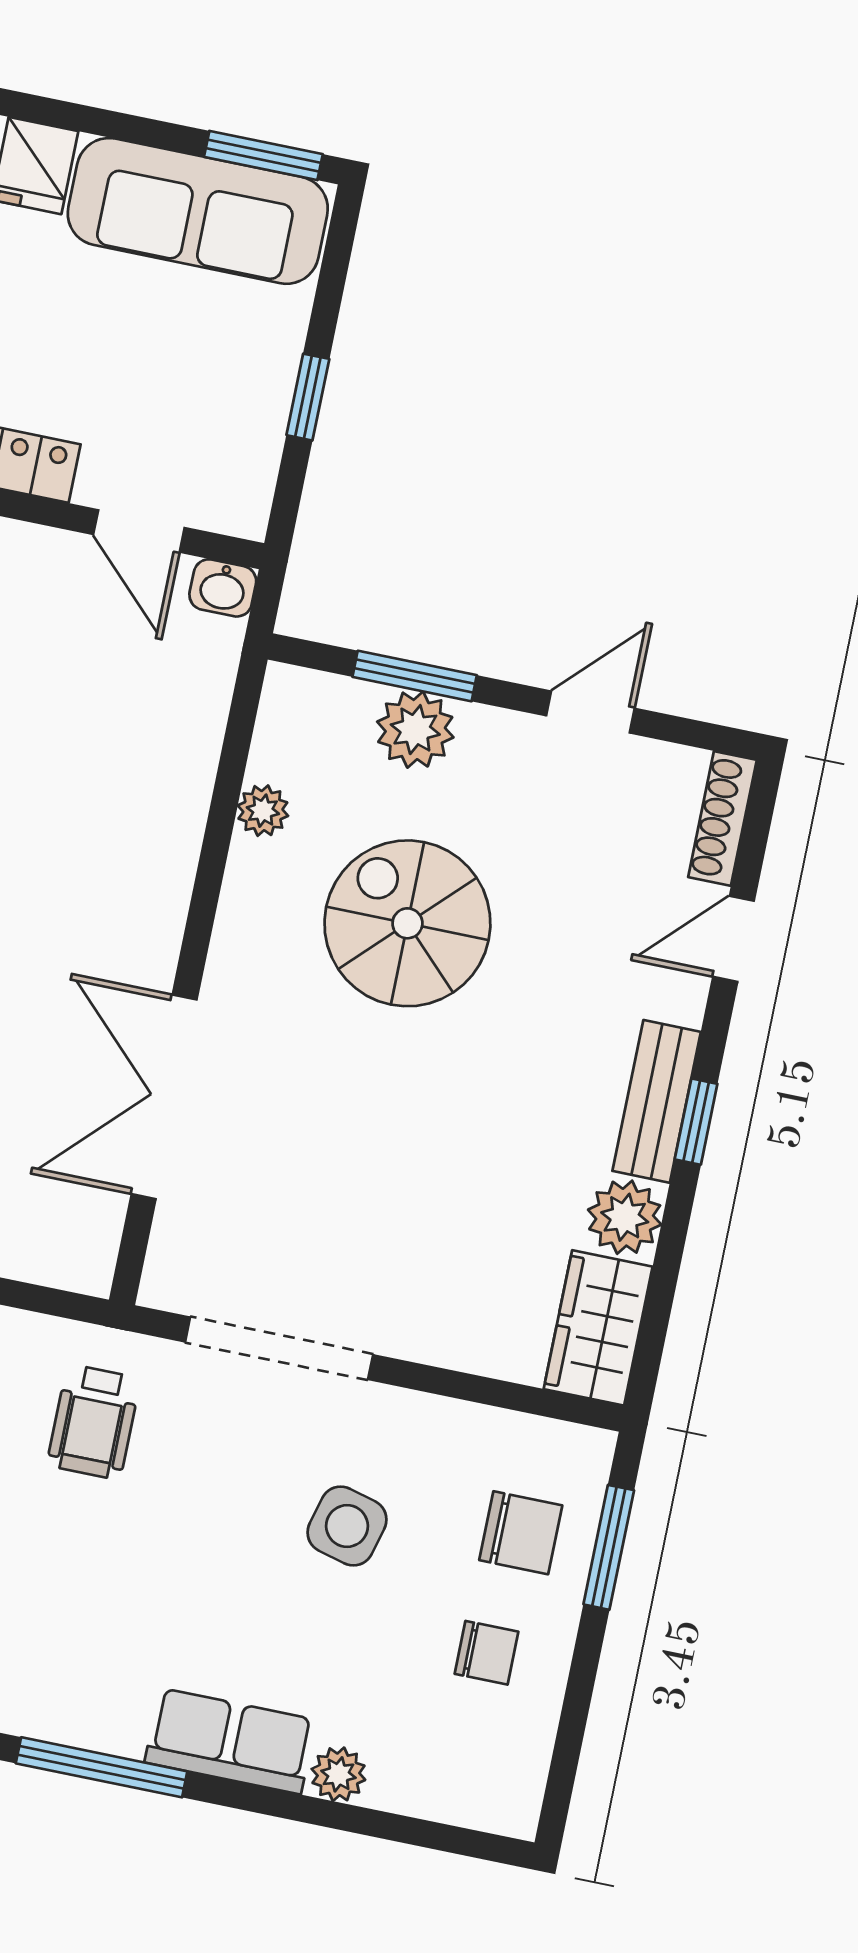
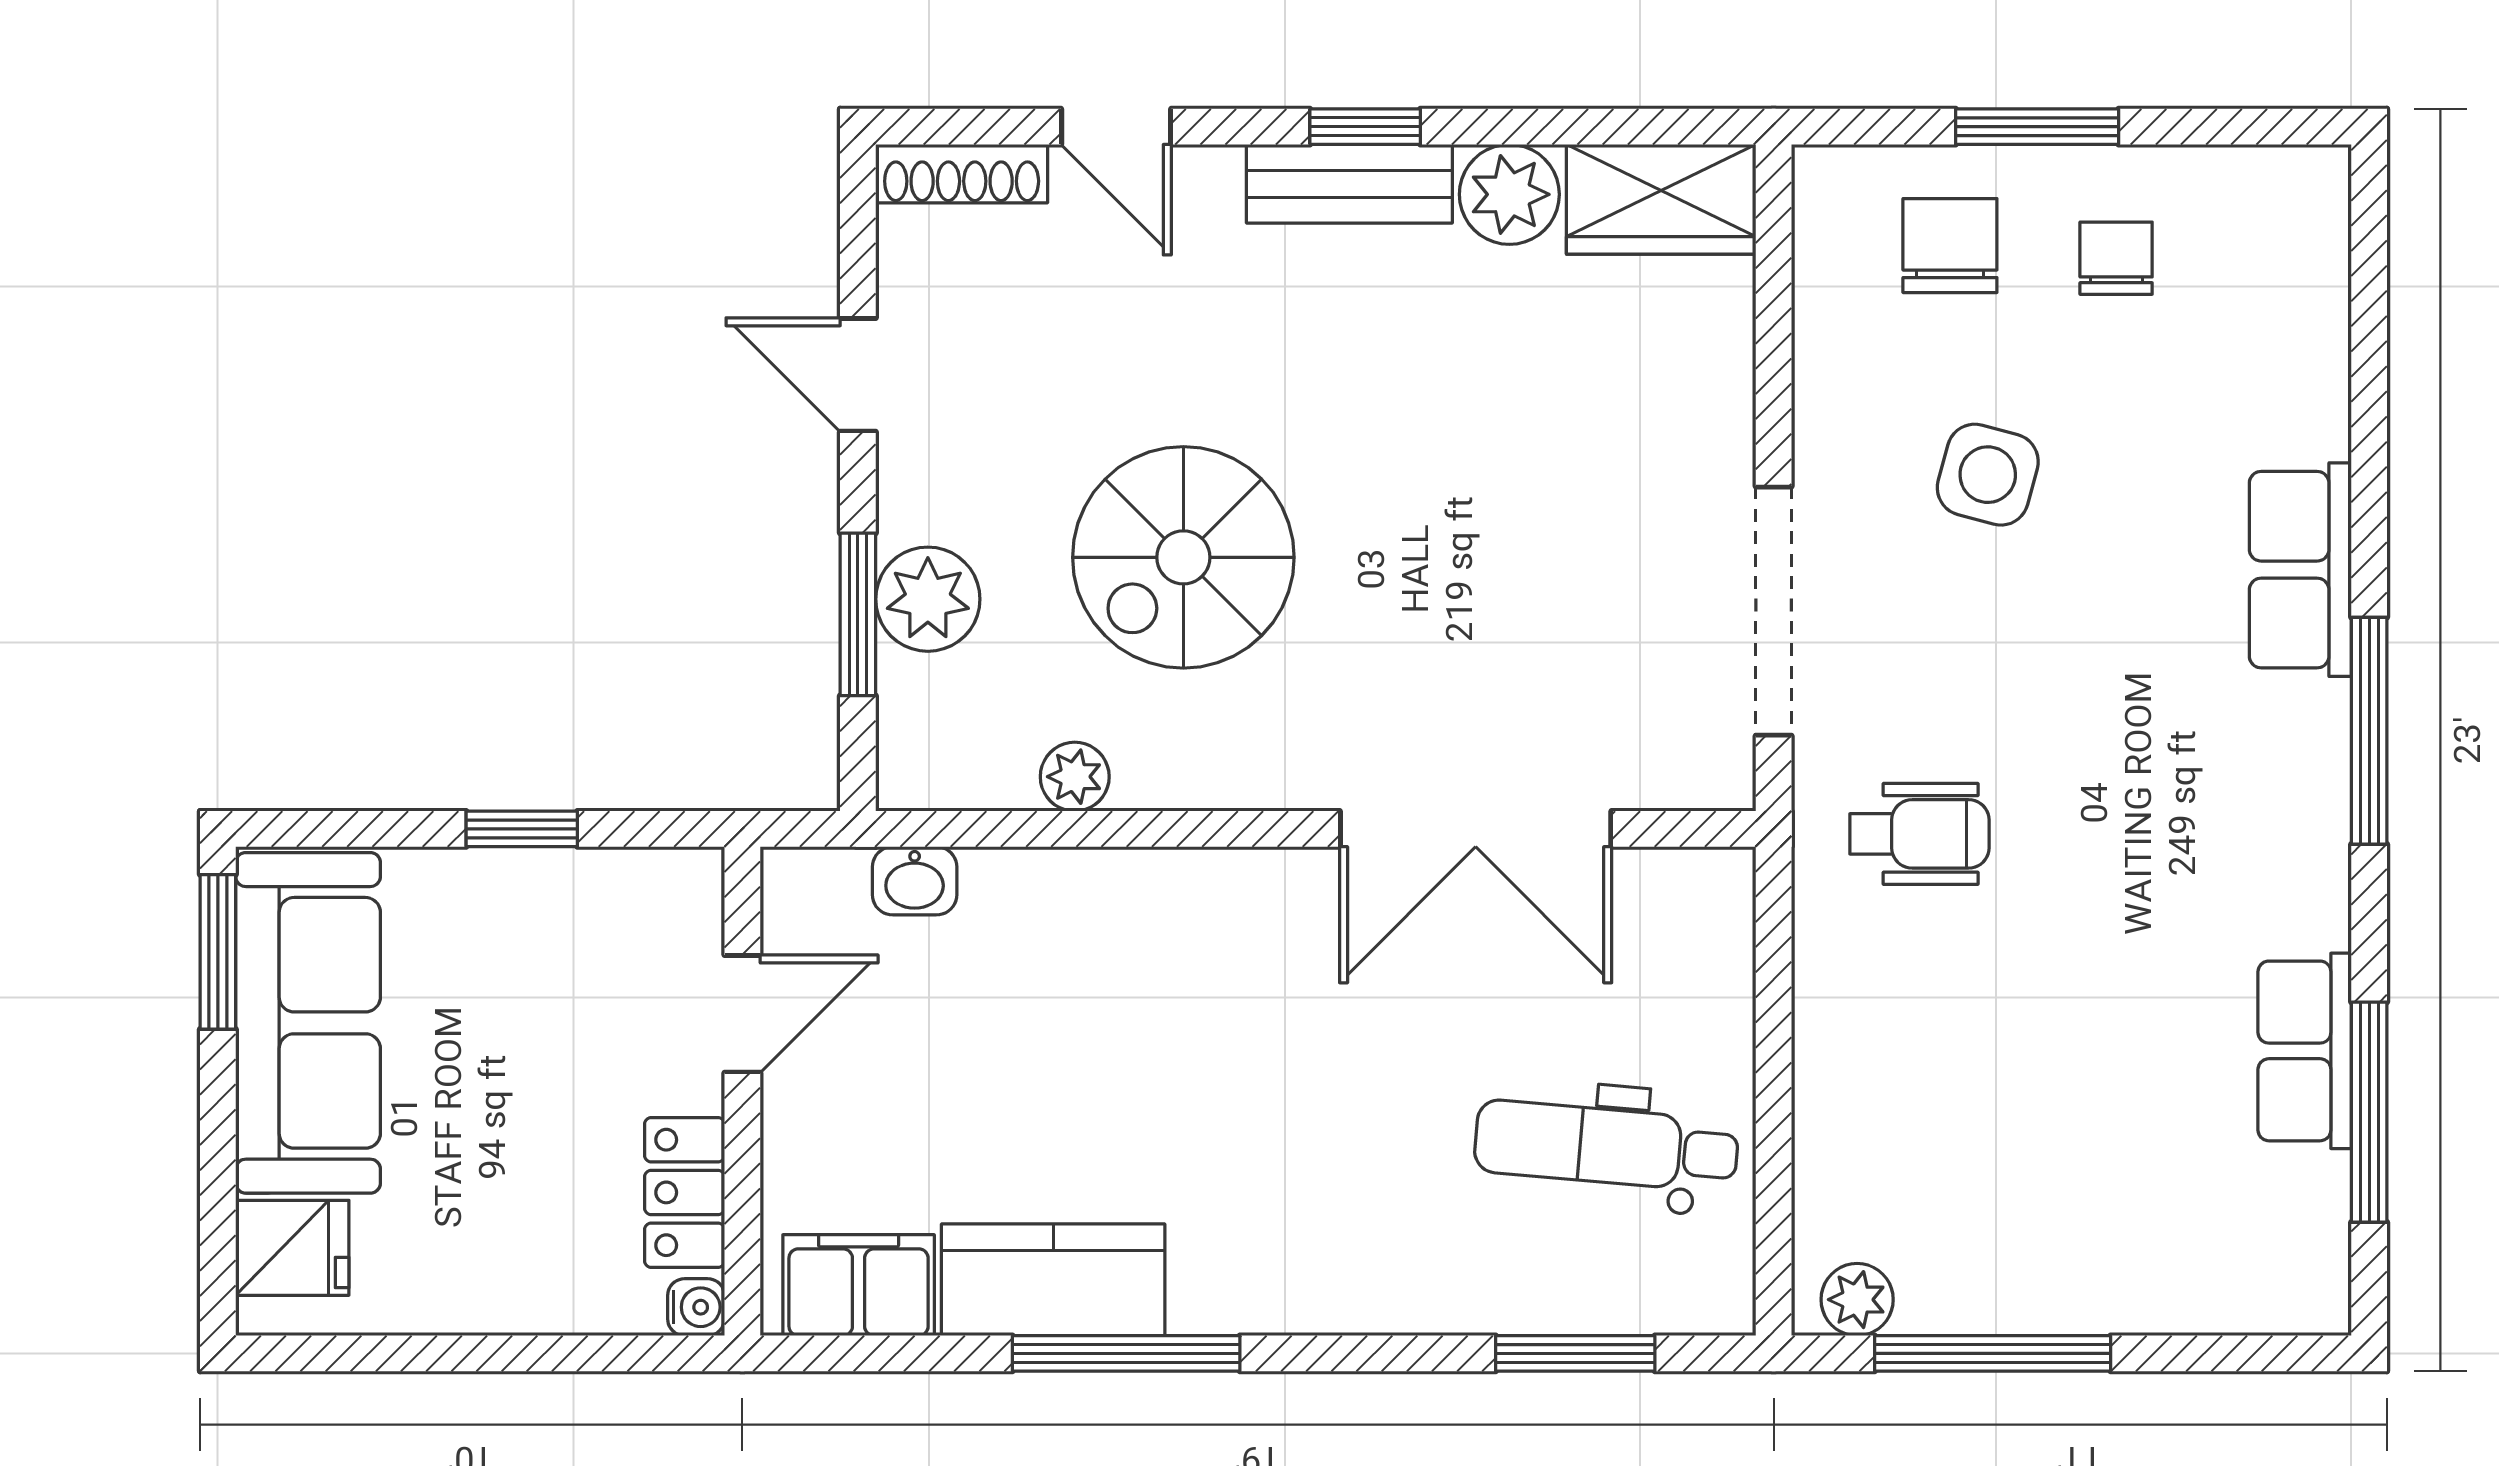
washbasin: (223, 588) -> (915, 881), moved, turned 90
window: (609, 1547) -> (2037, 127), moved
plant: (338, 1774) -> (2315, 419), removed

